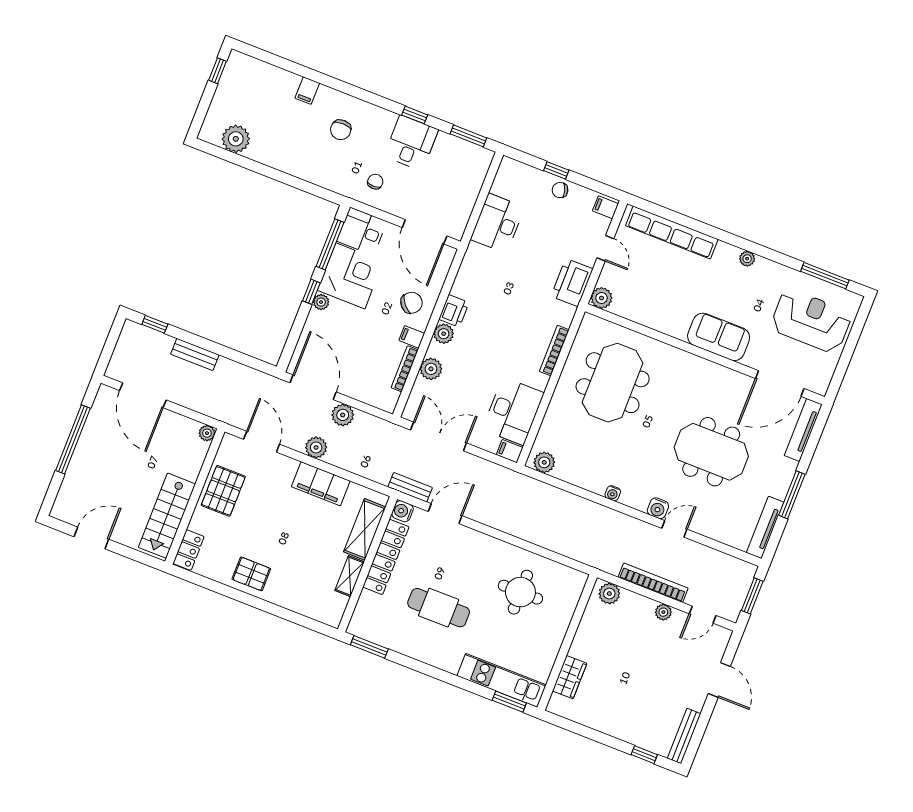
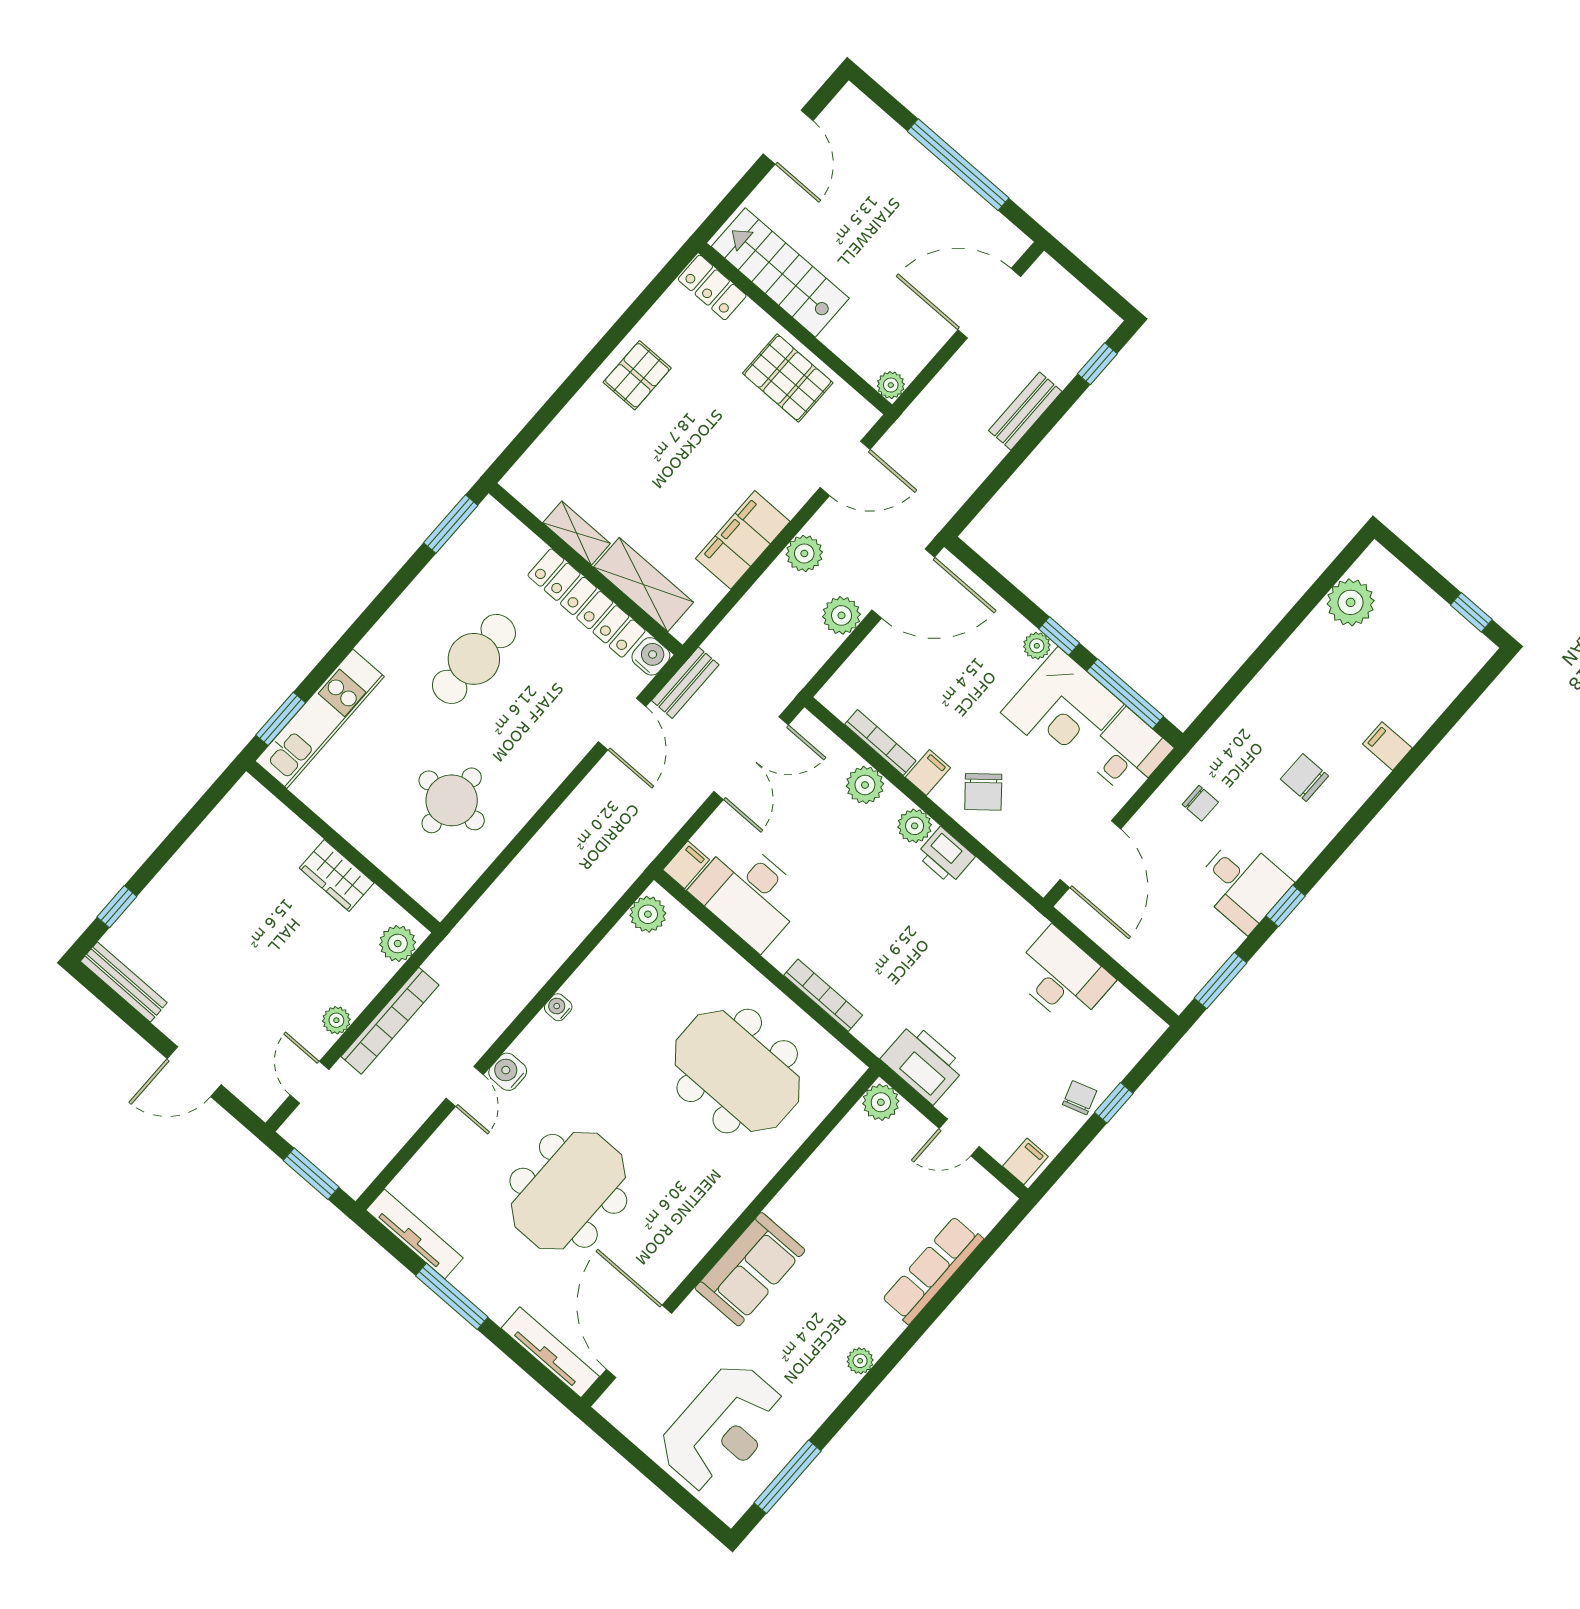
door: (425, 232) -> (1091, 854), swing flipped
row of seats: (672, 232) -> (932, 1270), width x0.73
wardrobe: (570, 677) -> (337, 875), moved

